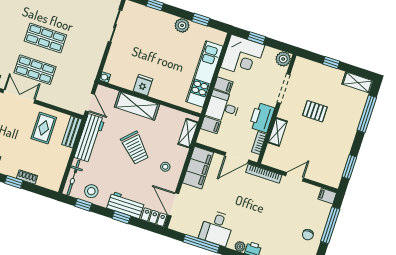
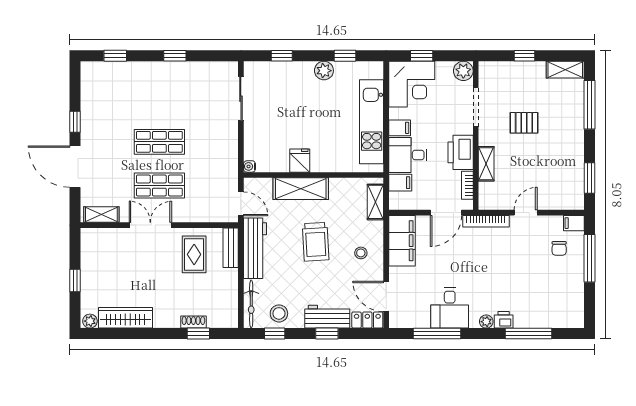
trolley: (135, 148) -> (316, 242), turned 42
window: (14, 182) -> (198, 334), moved
chair: (308, 235) -> (559, 248), moved

